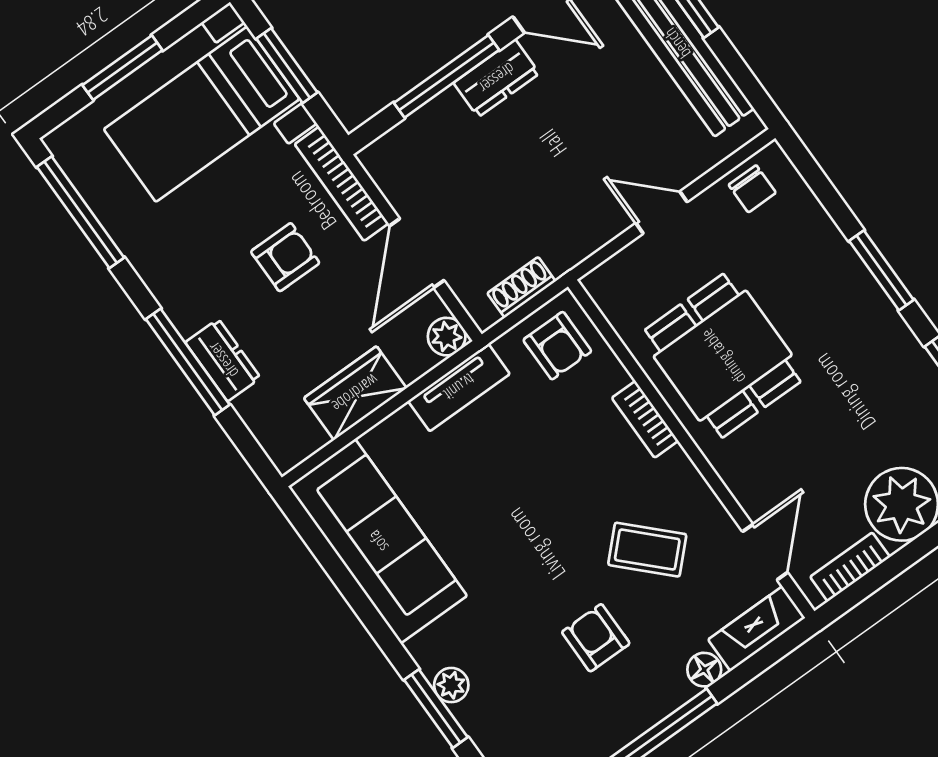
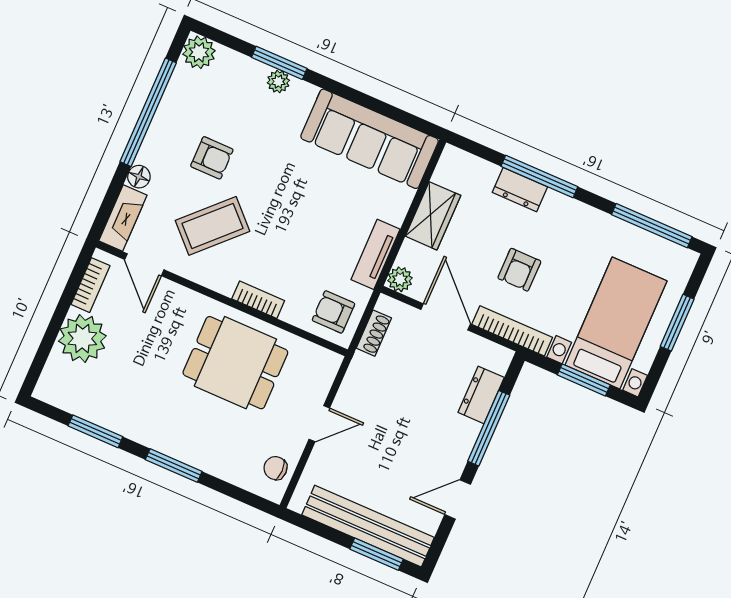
dresser: (497, 78) -> (481, 395), moved
coffee table: (647, 550) -> (212, 226), width x1.36, depth x1.30

